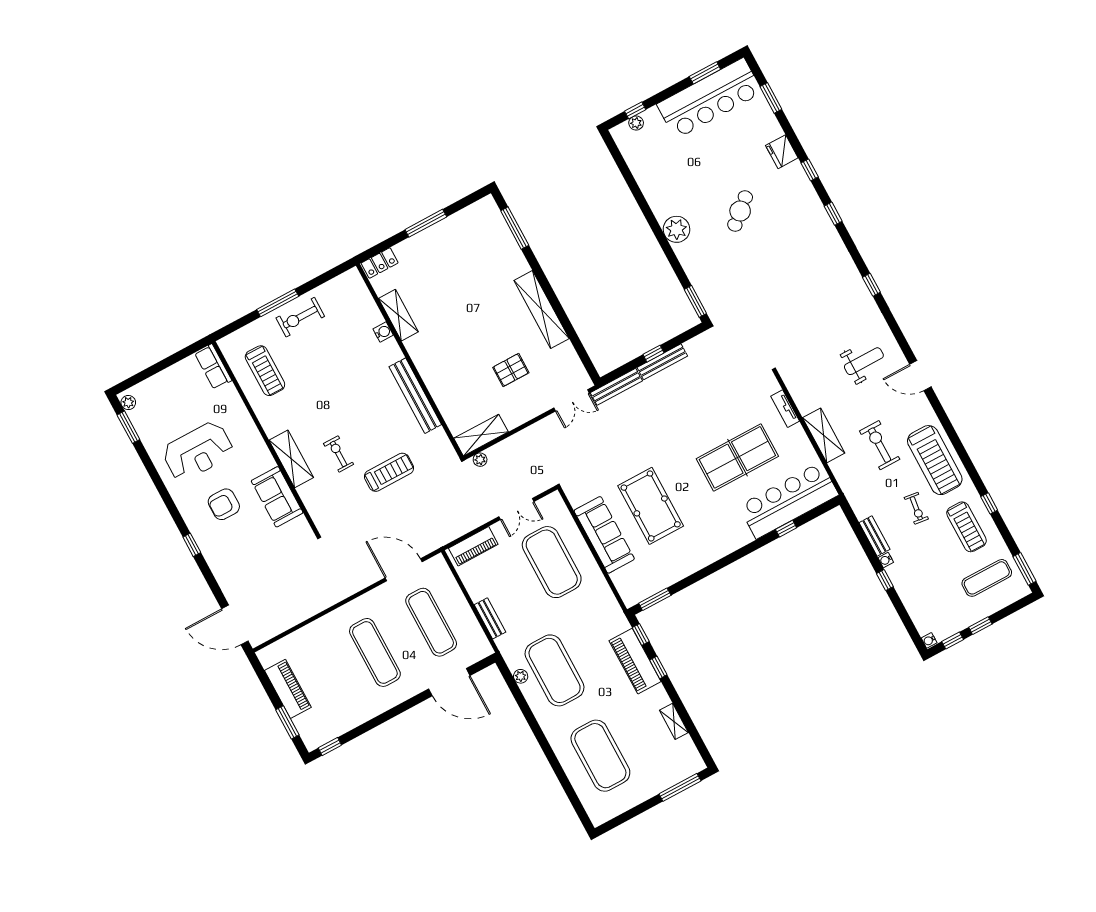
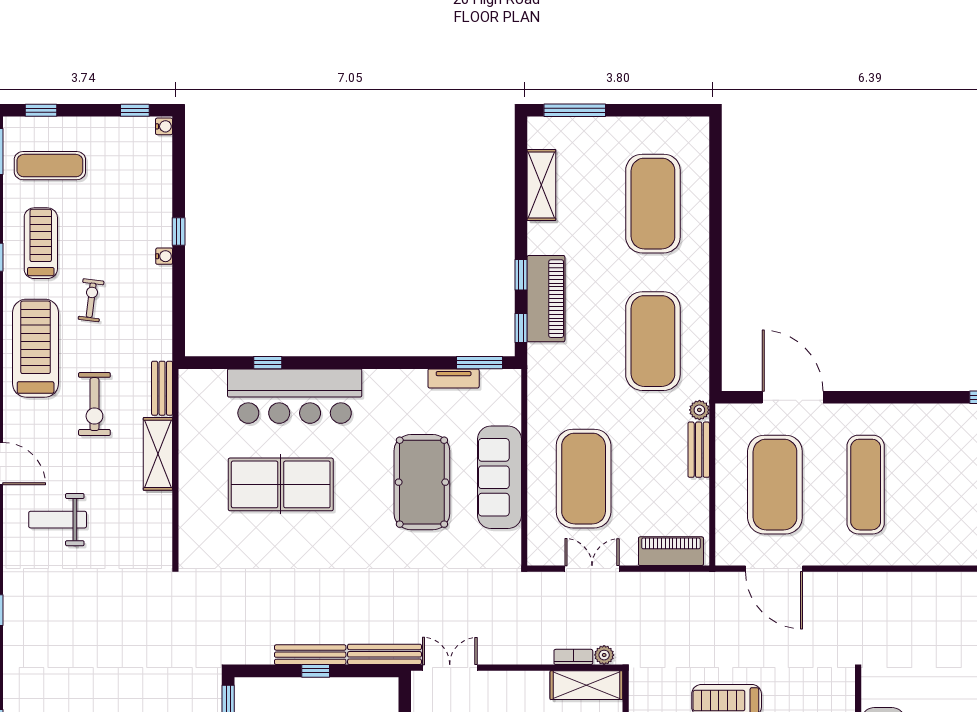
tv unit: (785, 409) -> (454, 378), moved, turned 90
bookcase: (499, 448) -> (573, 657), added
bar counter: (789, 500) -> (295, 396), moved
bench: (874, 536) -> (162, 388), moved
exercise mat: (431, 622) -> (775, 485), width x1.47
window: (980, 626) -> (41, 110), moved
plant: (521, 676) -> (699, 410), moved
shelving: (674, 721) -> (541, 185), width x1.50, depth x1.33

